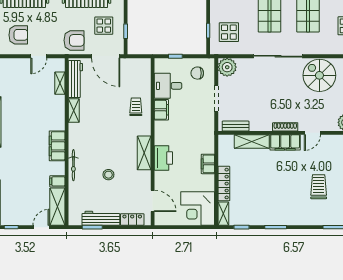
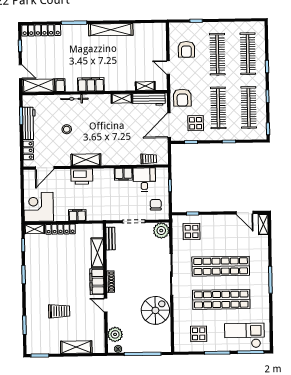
trolley: (136, 107) -> (149, 159), moved

